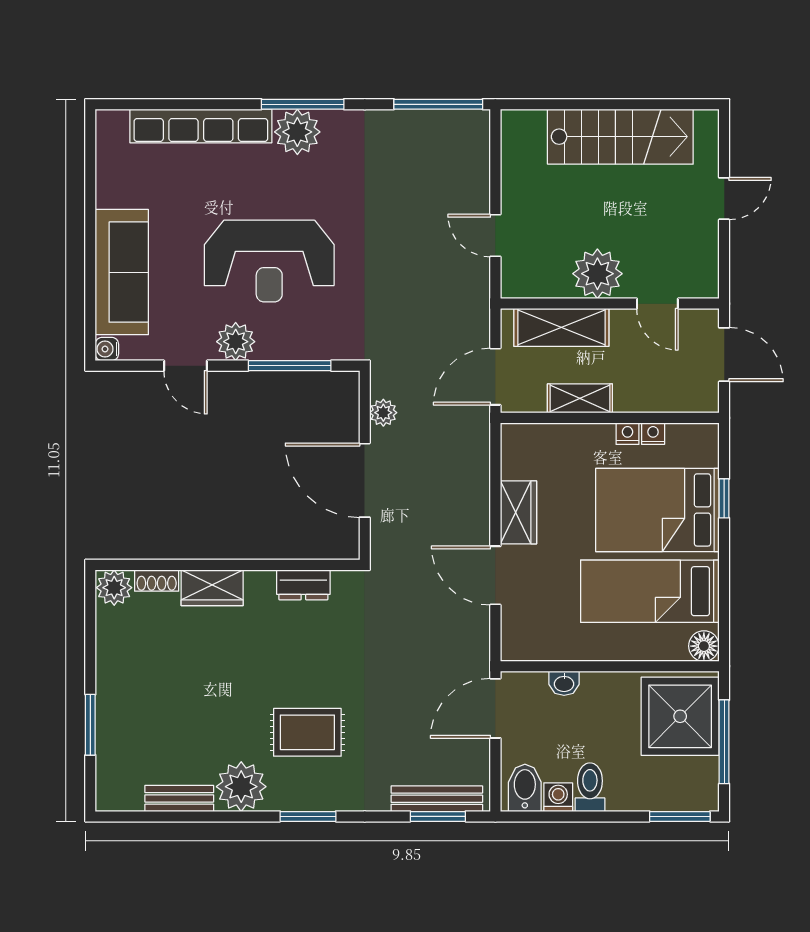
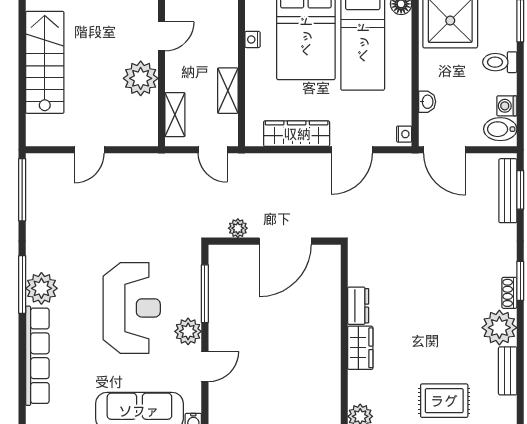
door: (495, 236) -> (89, 150), moved
shelving: (561, 327) -> (175, 115), width x0.67, depth x0.75
door: (495, 377) -> (213, 150), width x0.73
nightstand: (627, 434) -> (404, 134), moved, turned 180
wardrobe: (518, 512) -> (297, 134), width x1.50
shoe rack: (157, 580) -> (509, 293), moved, turned 180
dresser: (303, 585) -> (358, 306), moved
rug: (307, 732) -> (444, 401), moved, turned 90
toilet: (590, 787) -> (500, 62), moved

